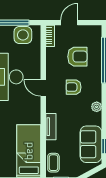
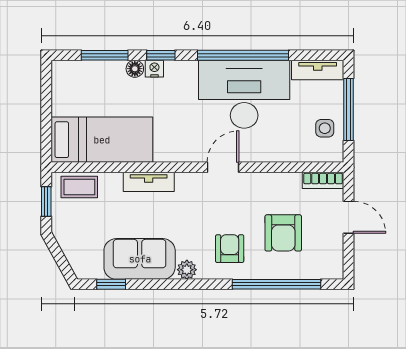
side table: (23, 35) -> (325, 128), width x0.54, depth x0.54
armchair: (74, 87) -> (230, 249), moved
sofa: (91, 144) -> (140, 259), moved

